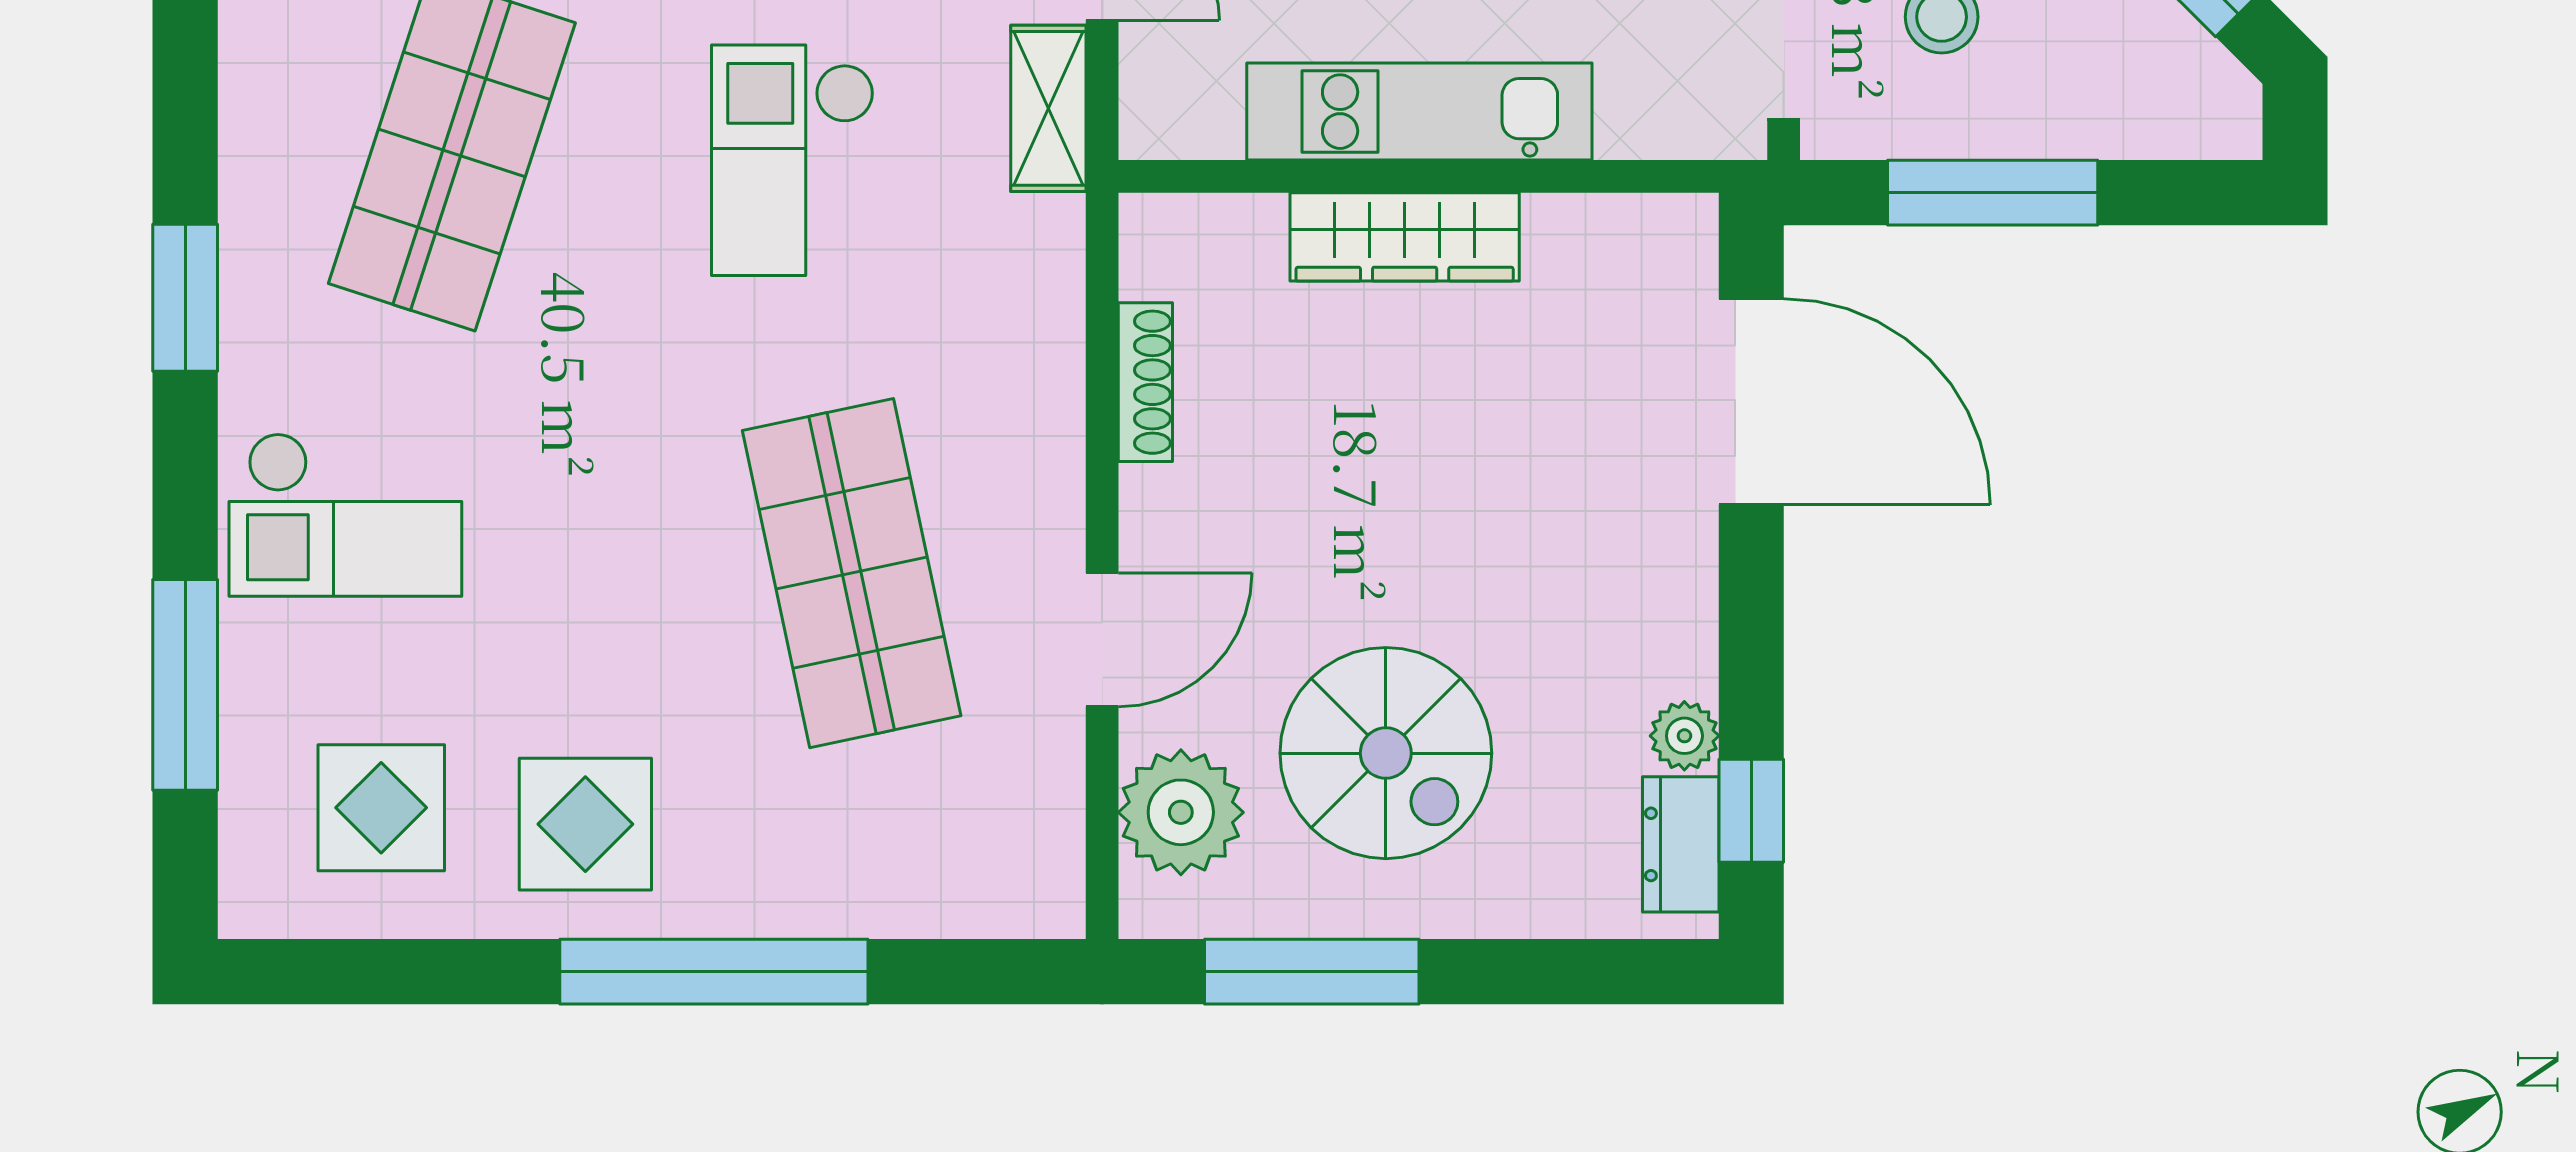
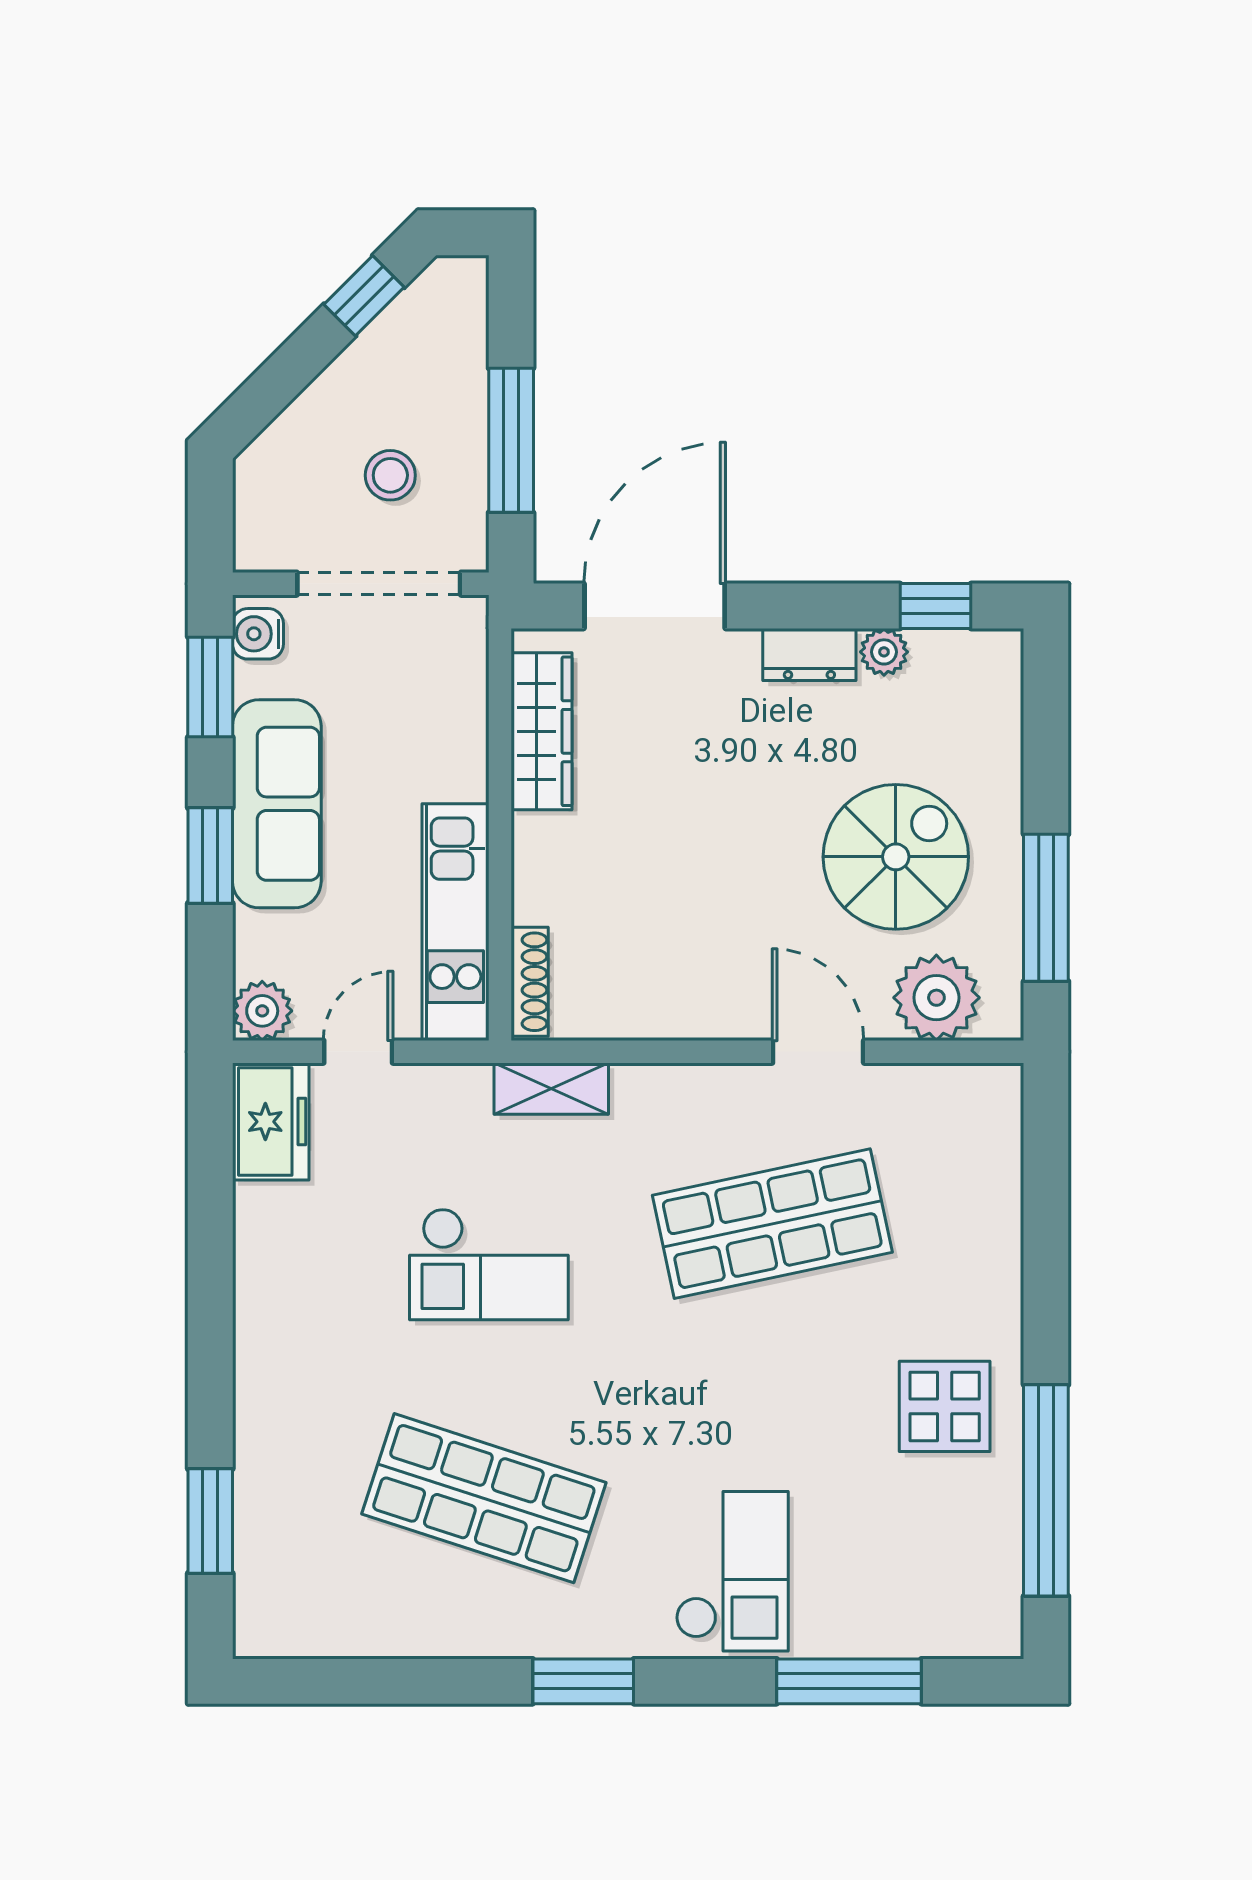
shelving: (1048, 108) -> (551, 1089), moved
kitchen unit: (1419, 112) -> (455, 922), moved
wardrobe: (1405, 237) -> (541, 731), moved
shoe rack: (1145, 382) -> (530, 982), moved, turned 90
display table: (381, 808) -> (933, 1547), removed
dresser: (1681, 844) -> (809, 654), moved
window: (714, 972) -> (1046, 1490), moved

